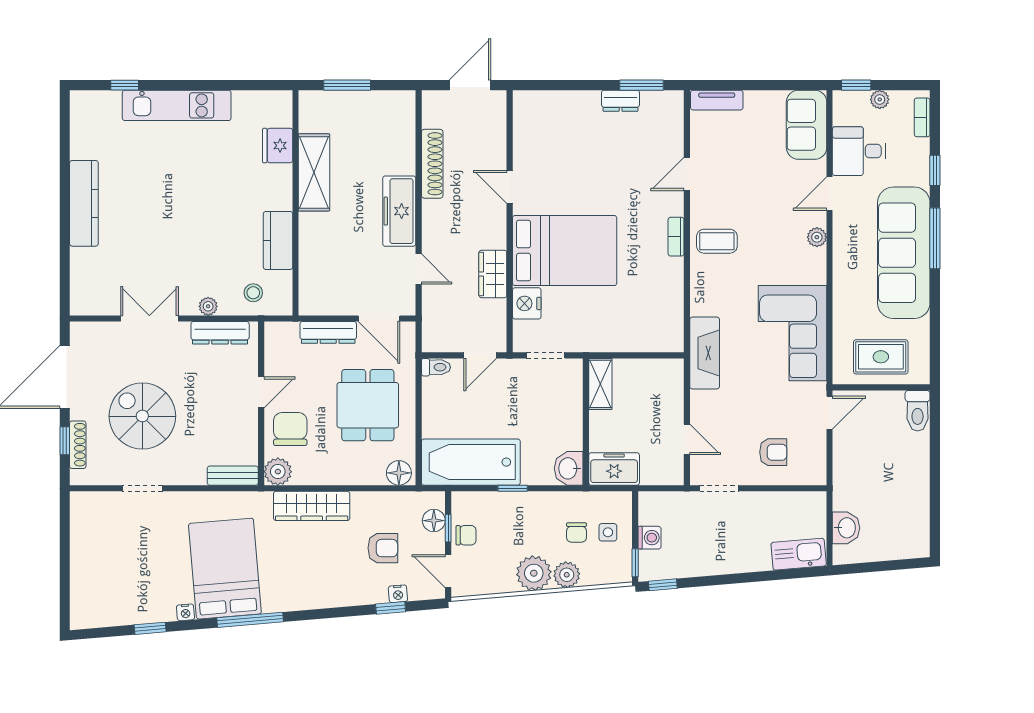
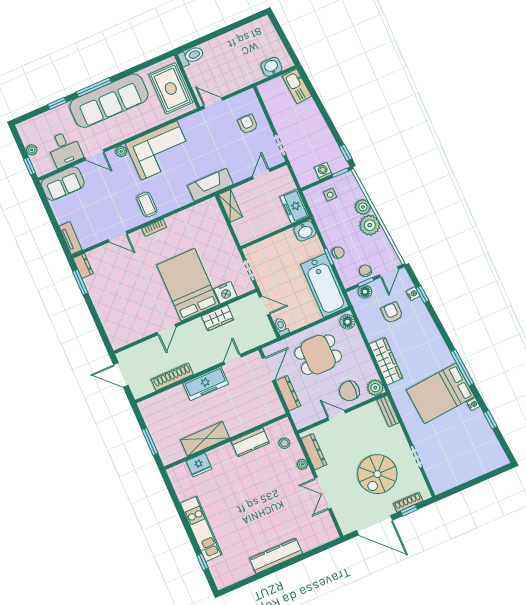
dresser: (621, 101) -> (83, 266), moved
bookcase: (922, 117) -> (31, 123), removed
corner sofa: (792, 333) -> (159, 151), moved
rug: (881, 357) -> (171, 89), width x1.36, depth x1.43
shelving: (600, 384) -> (230, 206), moved, turned 90
chair: (576, 532) -> (338, 253), moved

